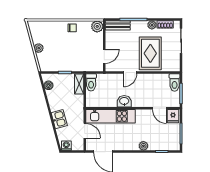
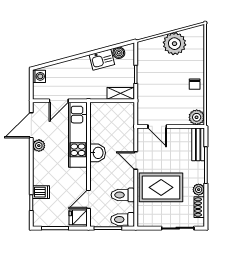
plant: (39, 48) -> (175, 44), width x1.88, depth x1.88
toilet: (91, 82) -> (123, 195), moved
kitchen sink: (59, 119) -> (102, 60), moved
dishwasher: (154, 144) -> (41, 192), added
plant: (143, 146) -> (39, 146), moved

